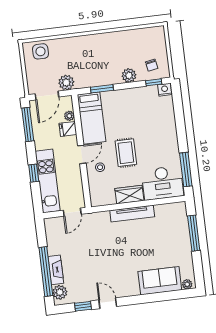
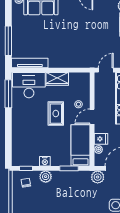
nightstand: (165, 90) -> (45, 161), moved
tv unit: (132, 214) -> (30, 63), moved

